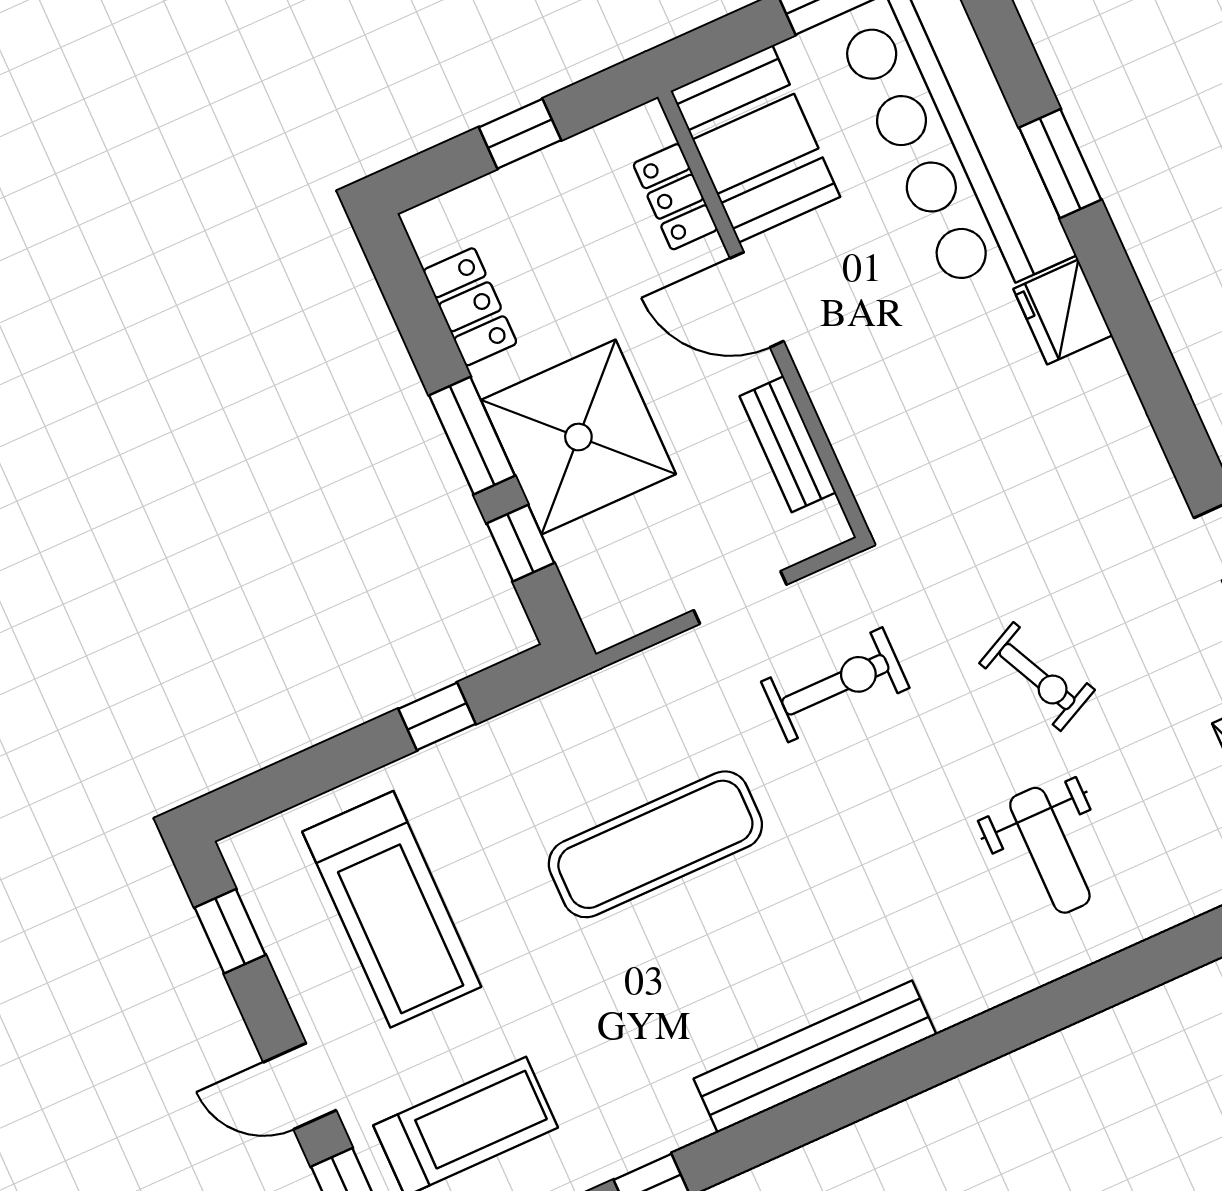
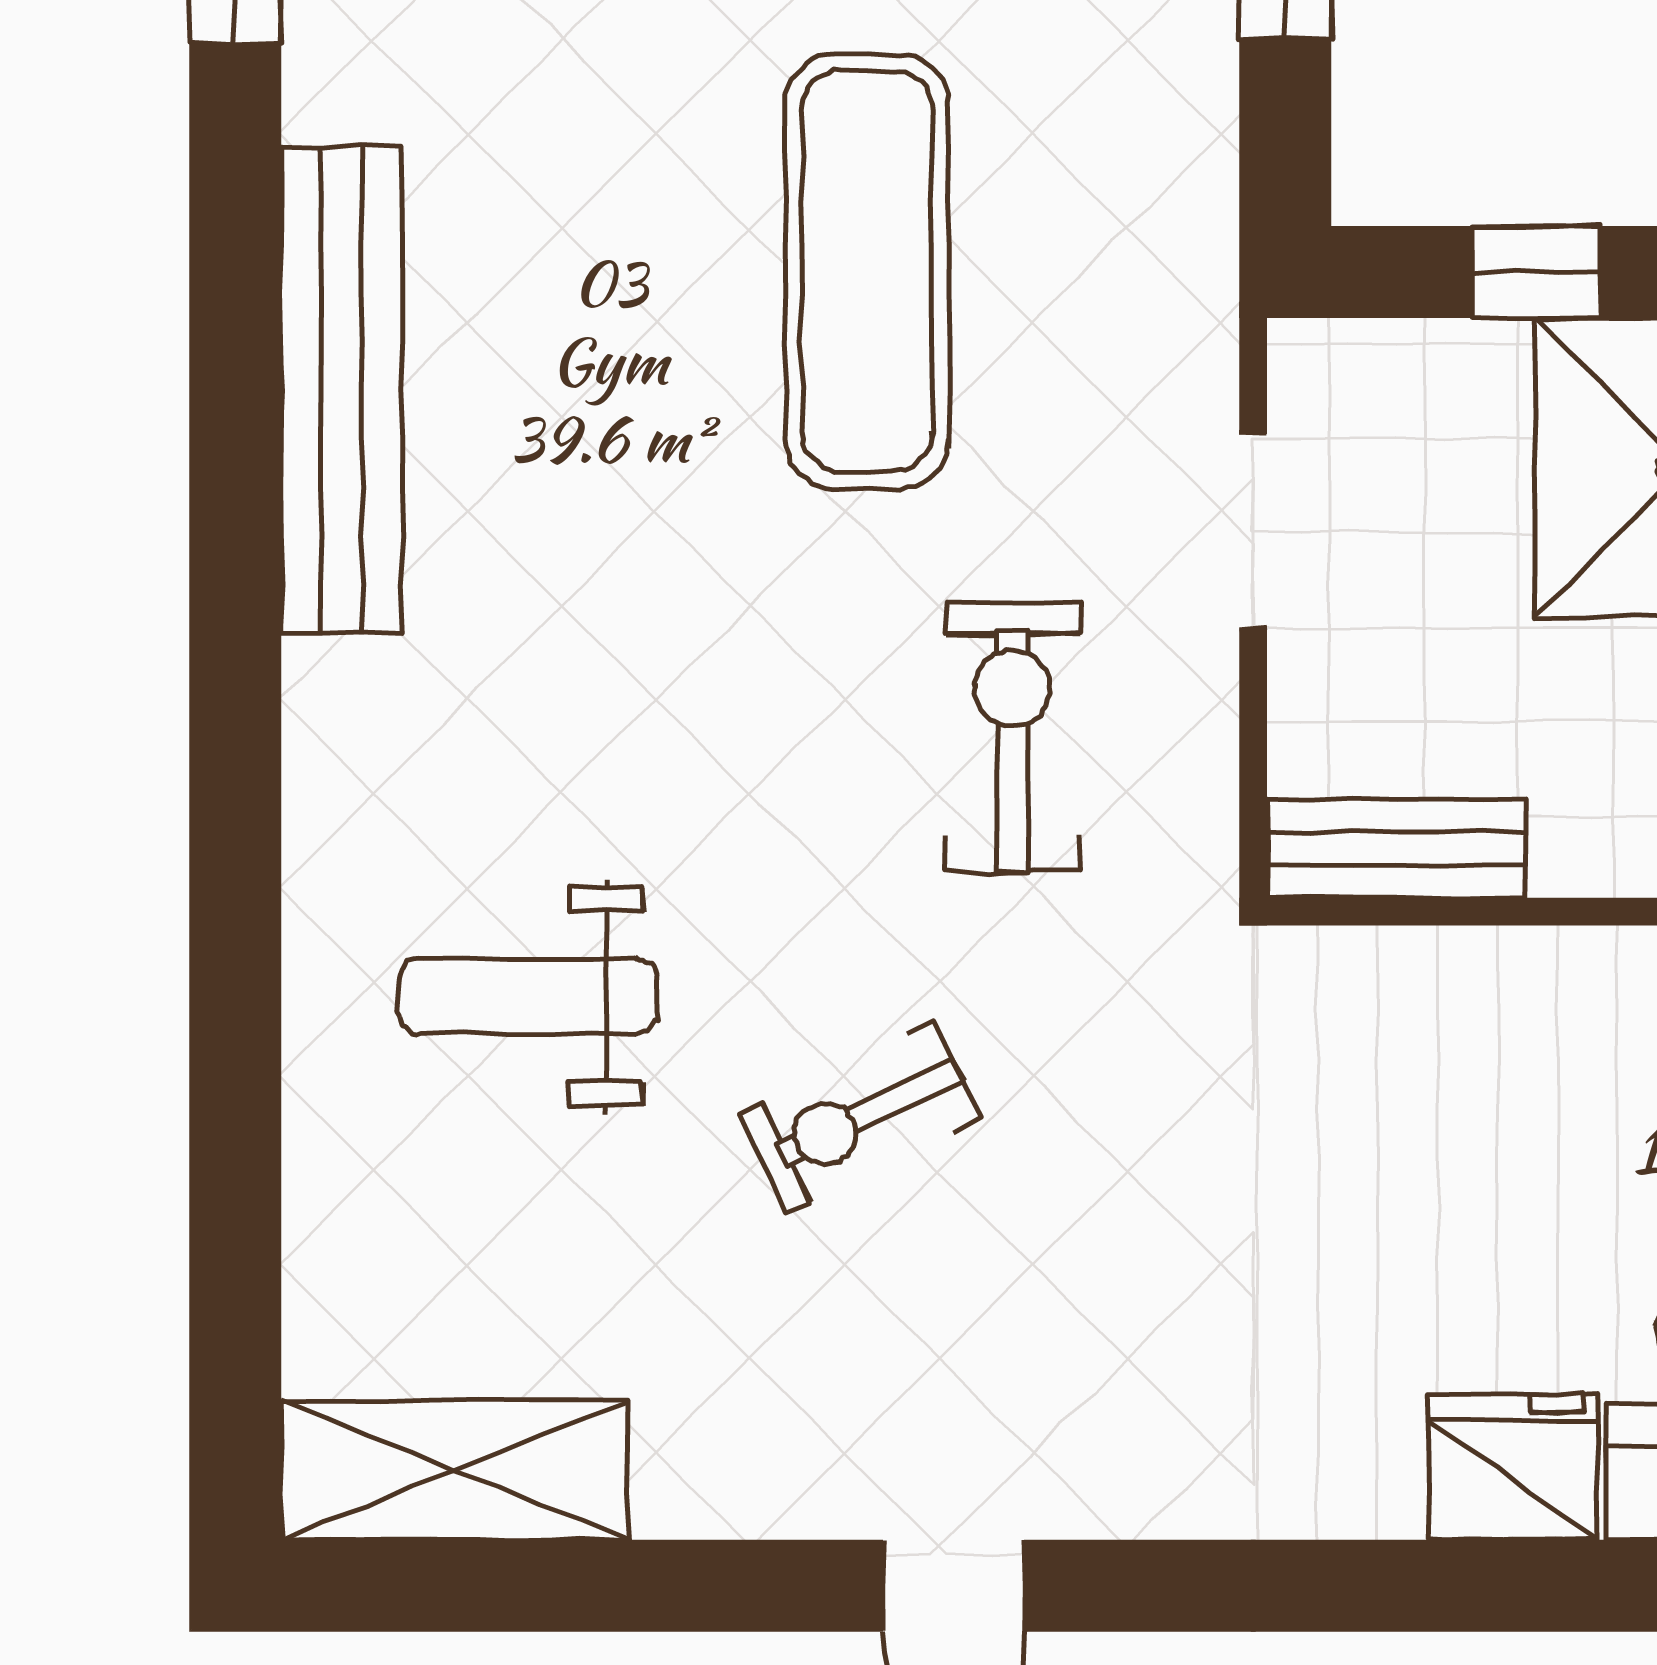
bench: (788, 444) -> (1396, 849), moved
doorway: (740, 597) -> (1253, 531), moved
exercise bike: (835, 685) -> (1013, 737), turned 180

